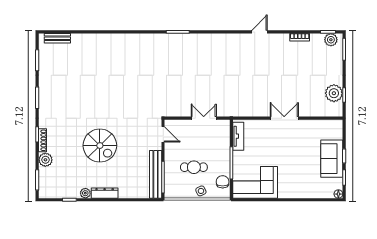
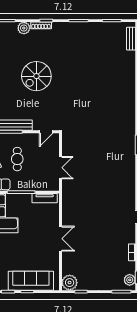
plant: (334, 93) -> (70, 283), moved
sofa: (332, 159) -> (31, 281), width x1.36

